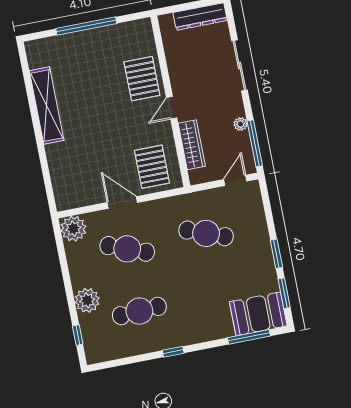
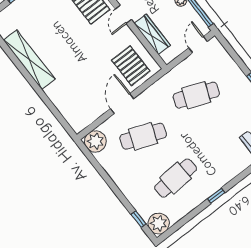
door: (122, 202) -> (122, 103), hinge flipped
plant: (87, 300) -> (159, 223), moved

